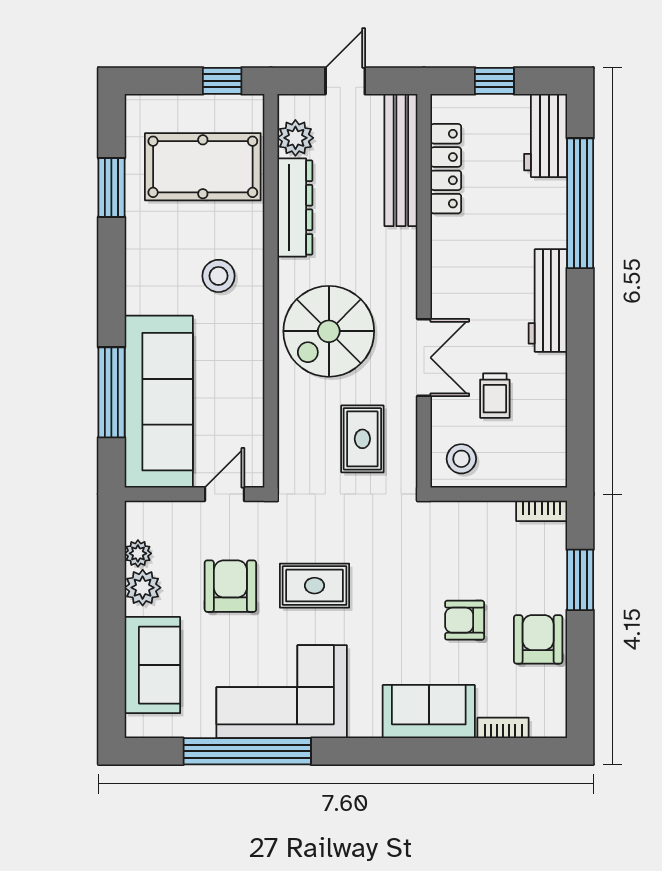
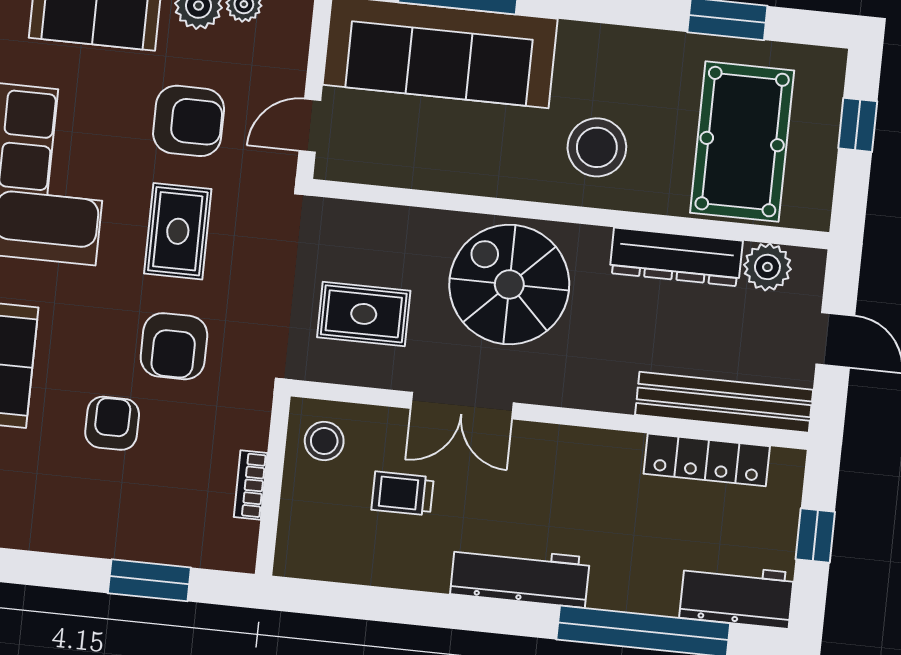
window: (222, 81) -> (858, 125), moved
stool: (218, 276) -> (597, 147), width x1.38, depth x1.38
door: (225, 494) -> (310, 126), swing flipped
bookcase: (542, 511) -> (251, 485), moved
armchair: (538, 639) -> (174, 346), moved, turned 90

